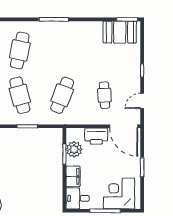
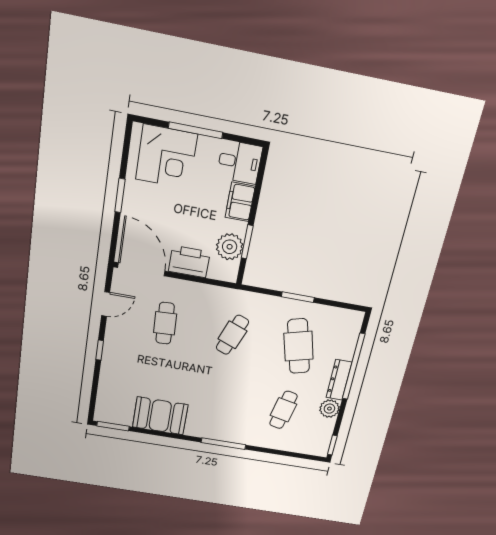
booth: (120, 32) -> (160, 416), moved
cafe table: (20, 50) -> (283, 410), width x0.73, depth x0.74
cafe table: (62, 95) -> (232, 335), width x0.73, depth x0.74

